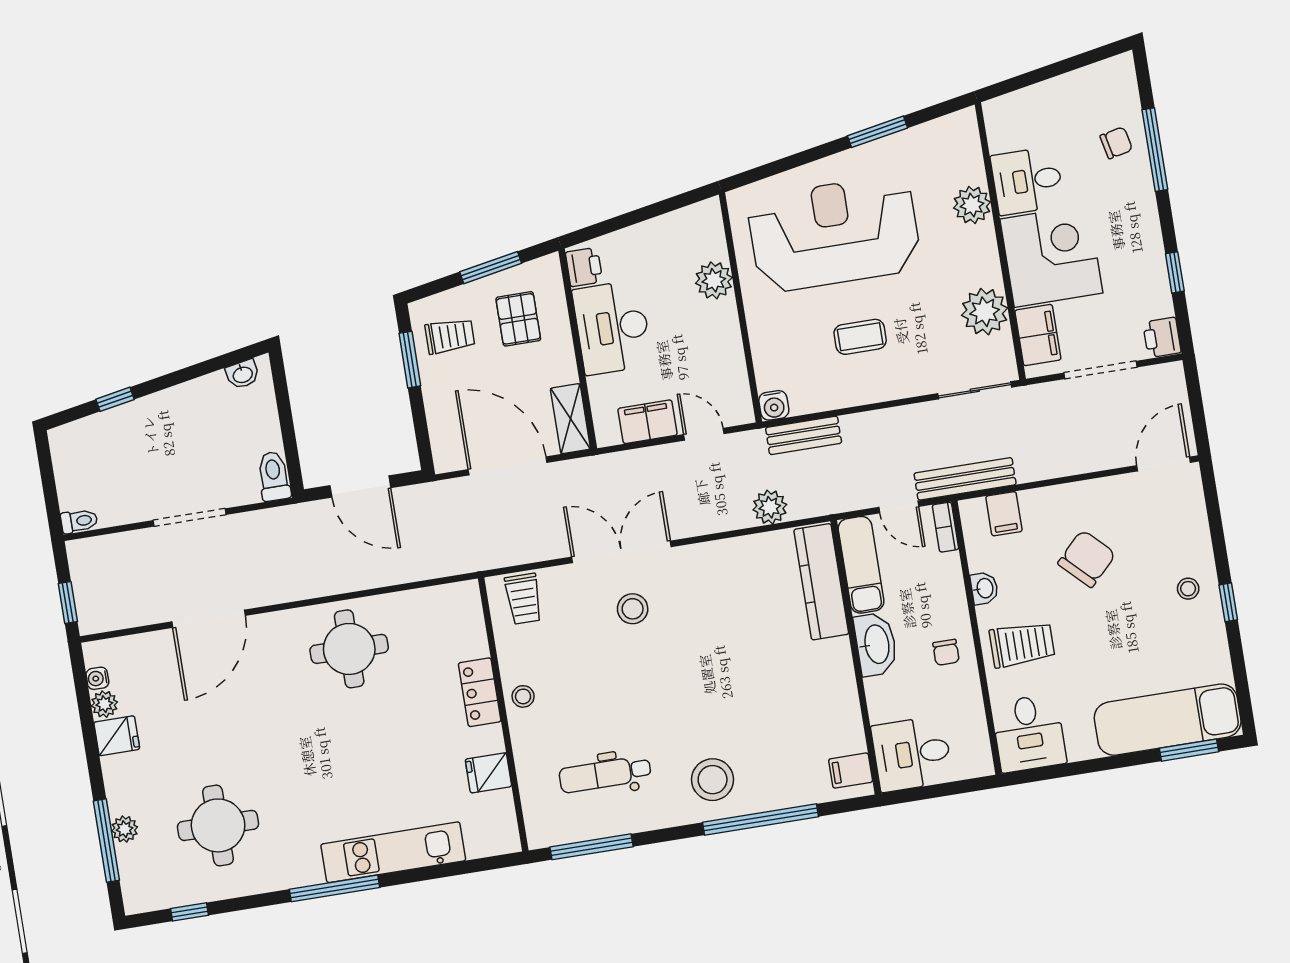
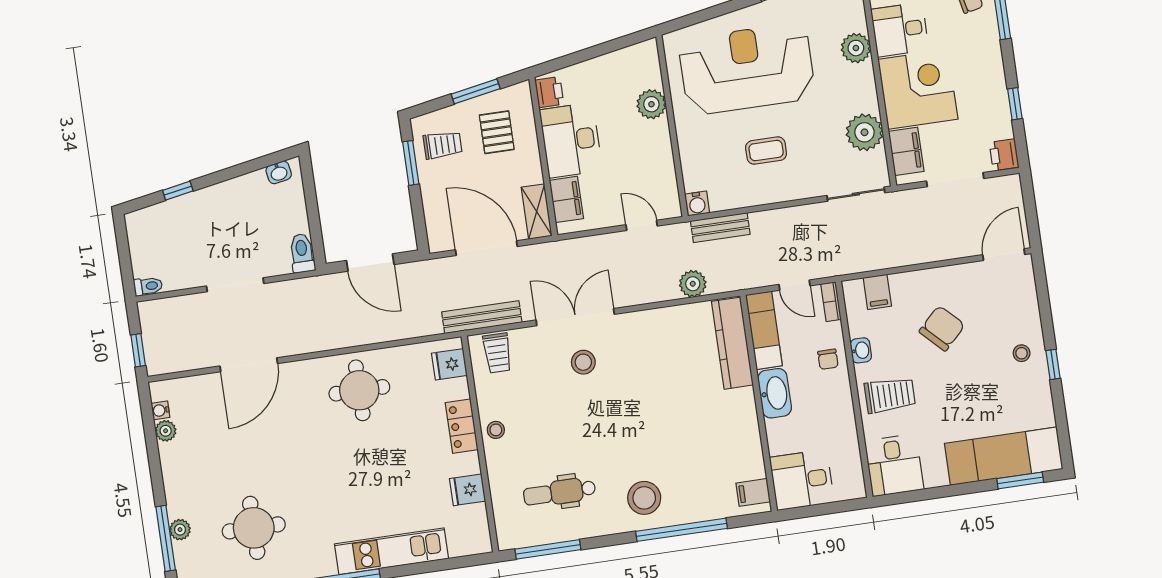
filing cabinet: (648, 422) -> (566, 199), moved, turned 90
bench: (965, 479) -> (482, 317), moved
chair: (946, 652) -> (828, 359), moved
fridge: (117, 736) -> (449, 364), moved, turned 180

